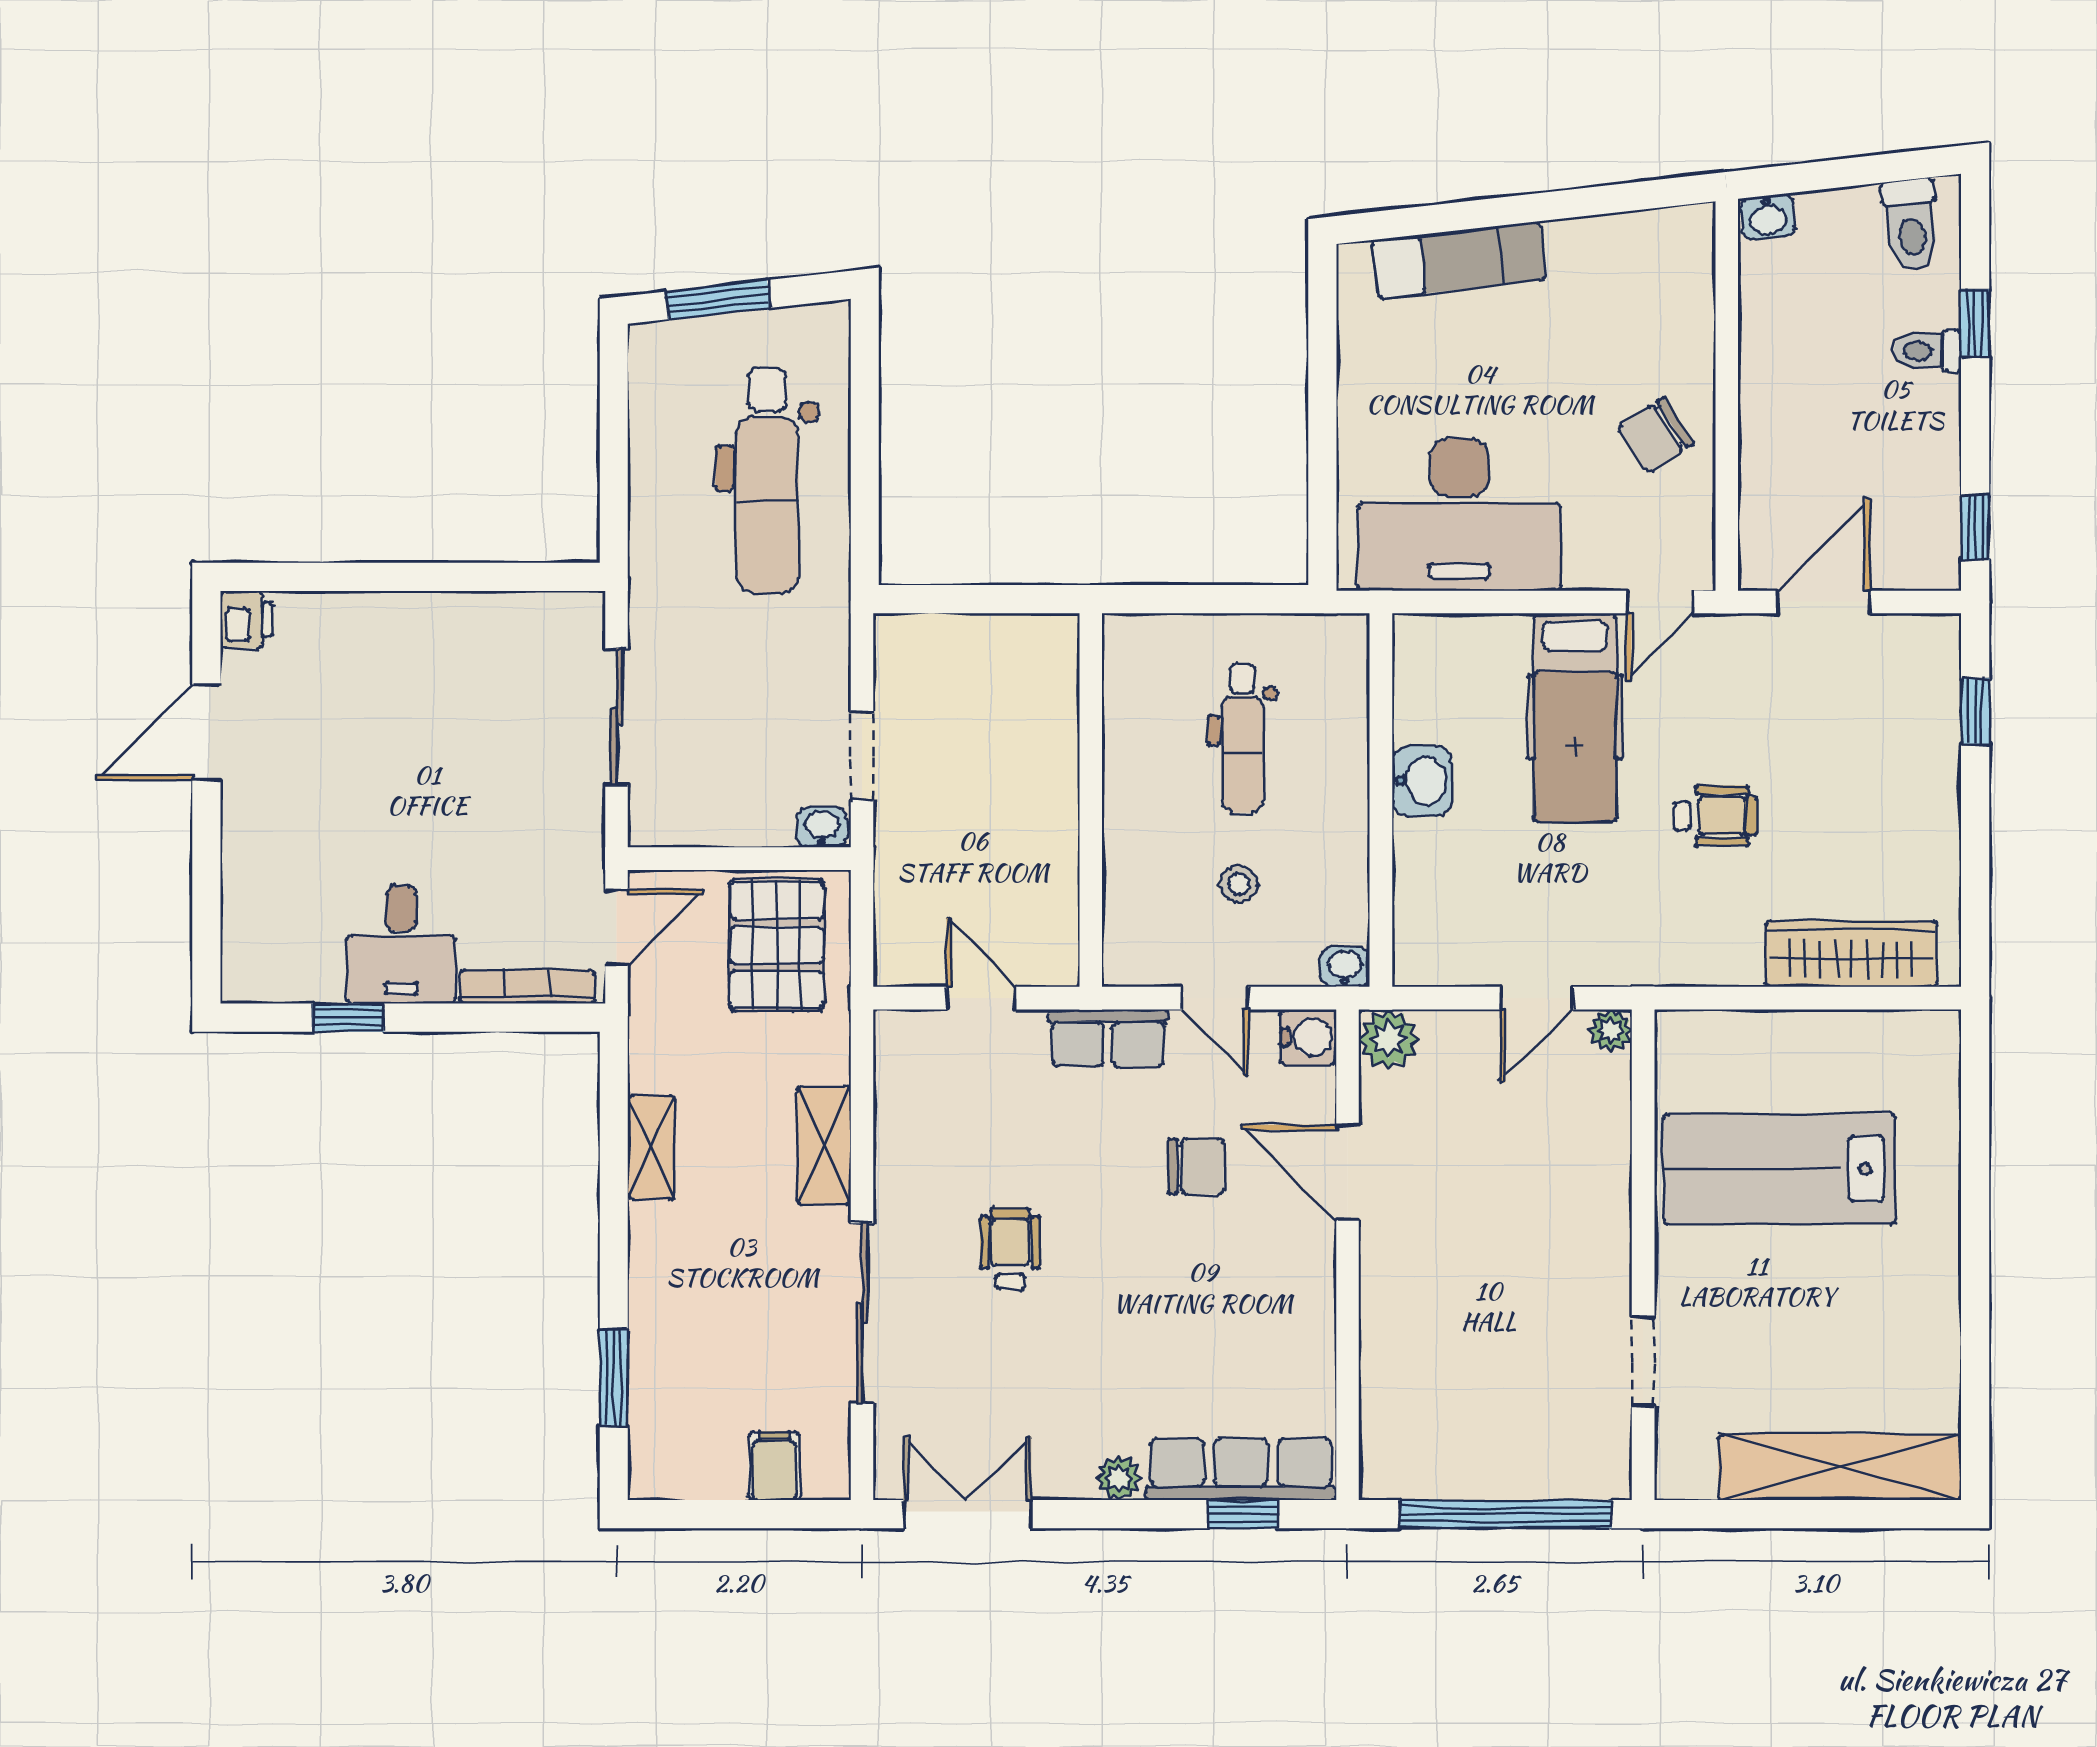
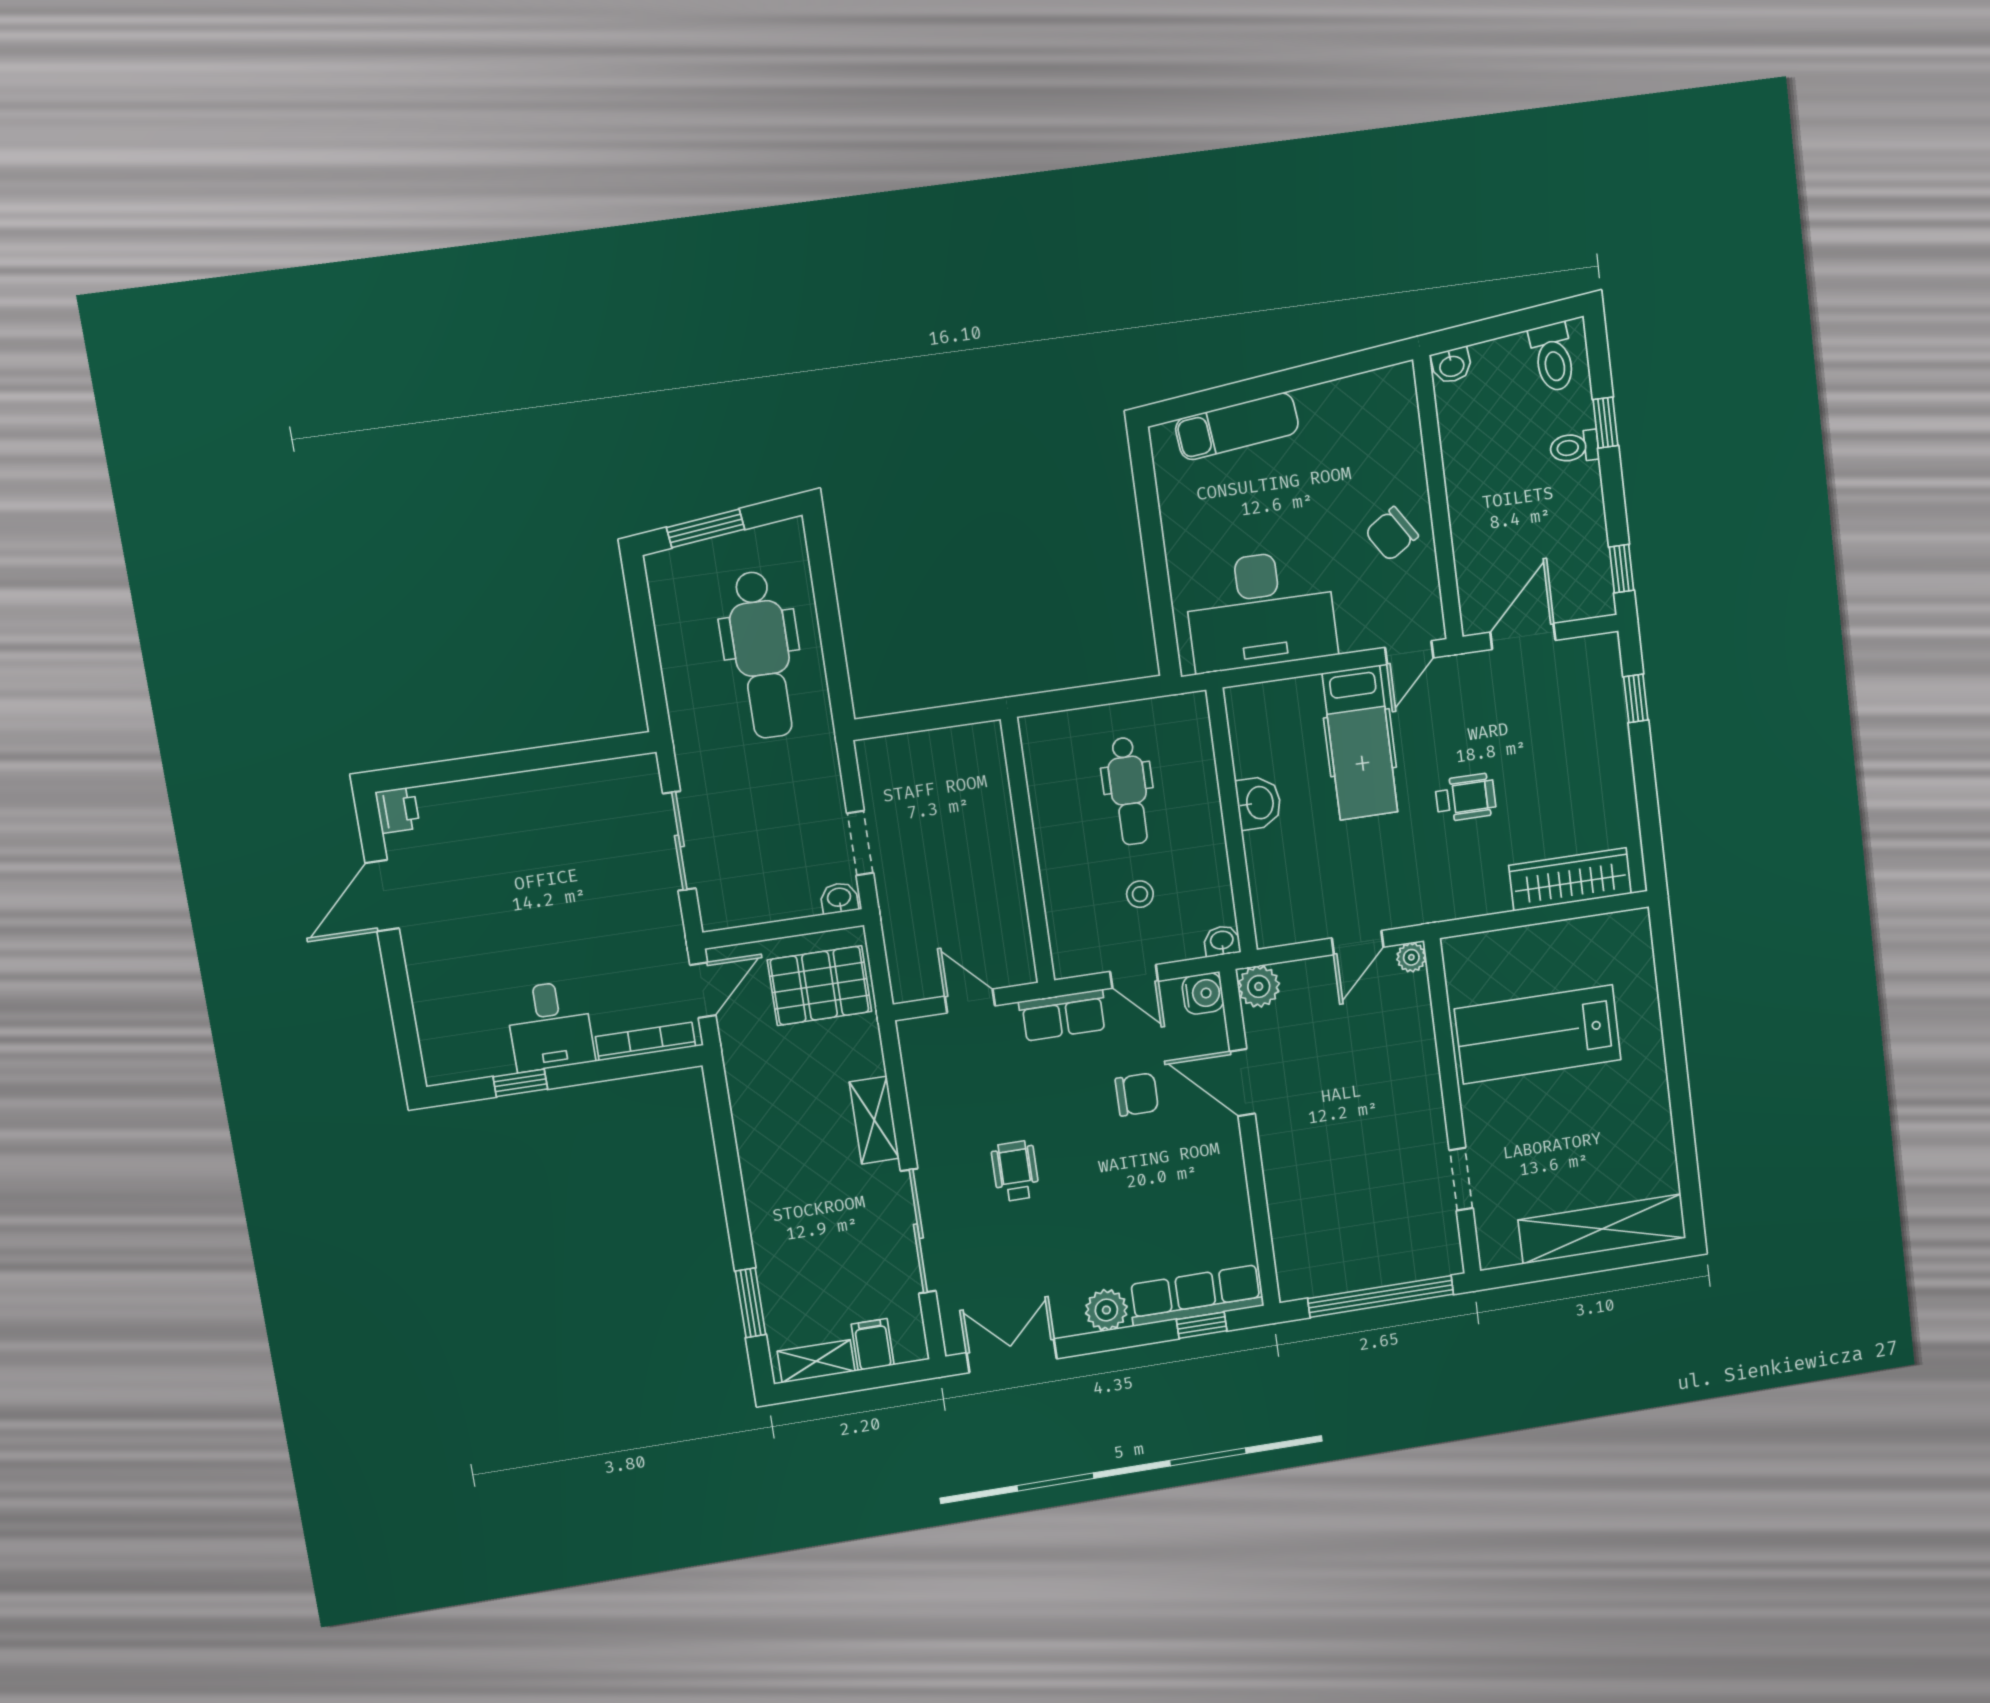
pallet: (777, 945) -> (820, 986), turned 90
shelving: (651, 1147) -> (816, 1361), moved, turned 90
plant: (1119, 1478) -> (1106, 1310), width x1.38, depth x1.38

